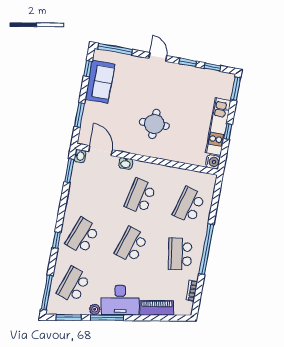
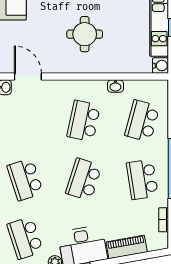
washbasin: (126, 163) -> (115, 86), moved
school desk: (83, 236) -> (25, 179), turned -39
school desk: (74, 285) -> (25, 238), turned -36

